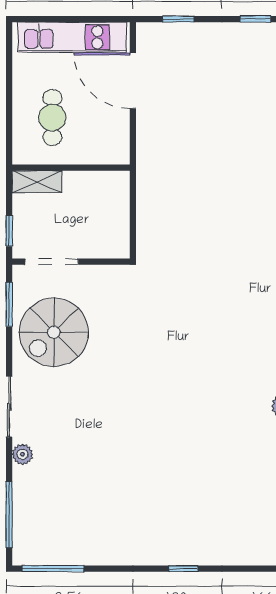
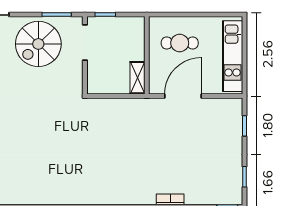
door: (133, 81) -> (183, 96), moved
shelving: (37, 182) -> (137, 78), moved
spiral stairs: (54, 332) -> (38, 44), turned -90

